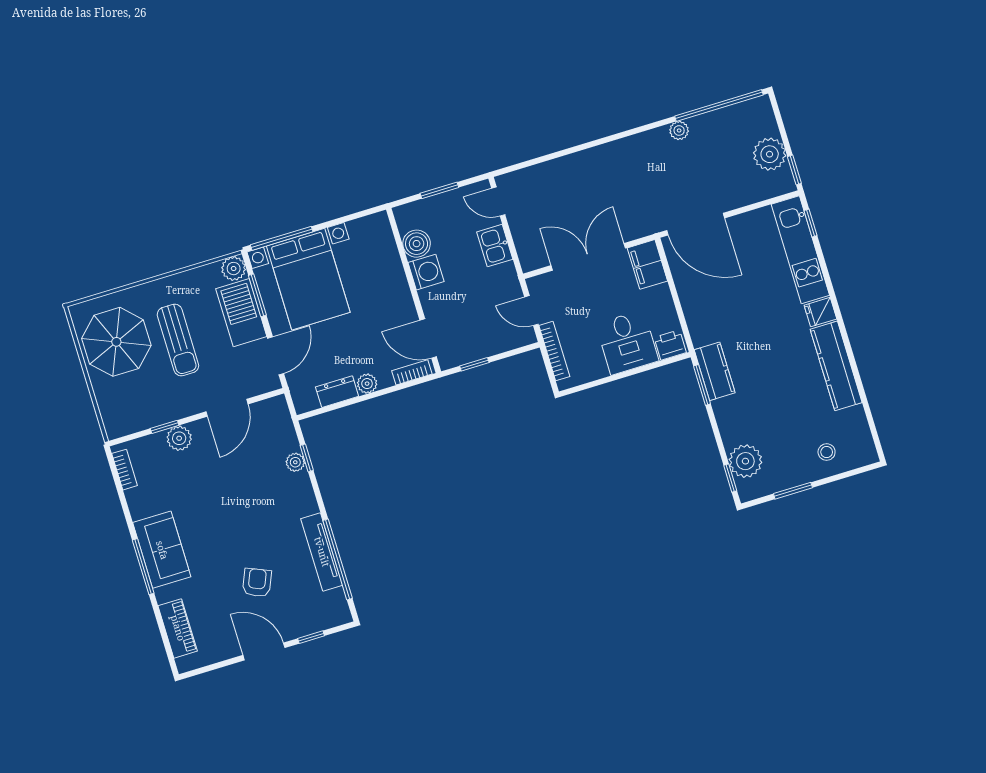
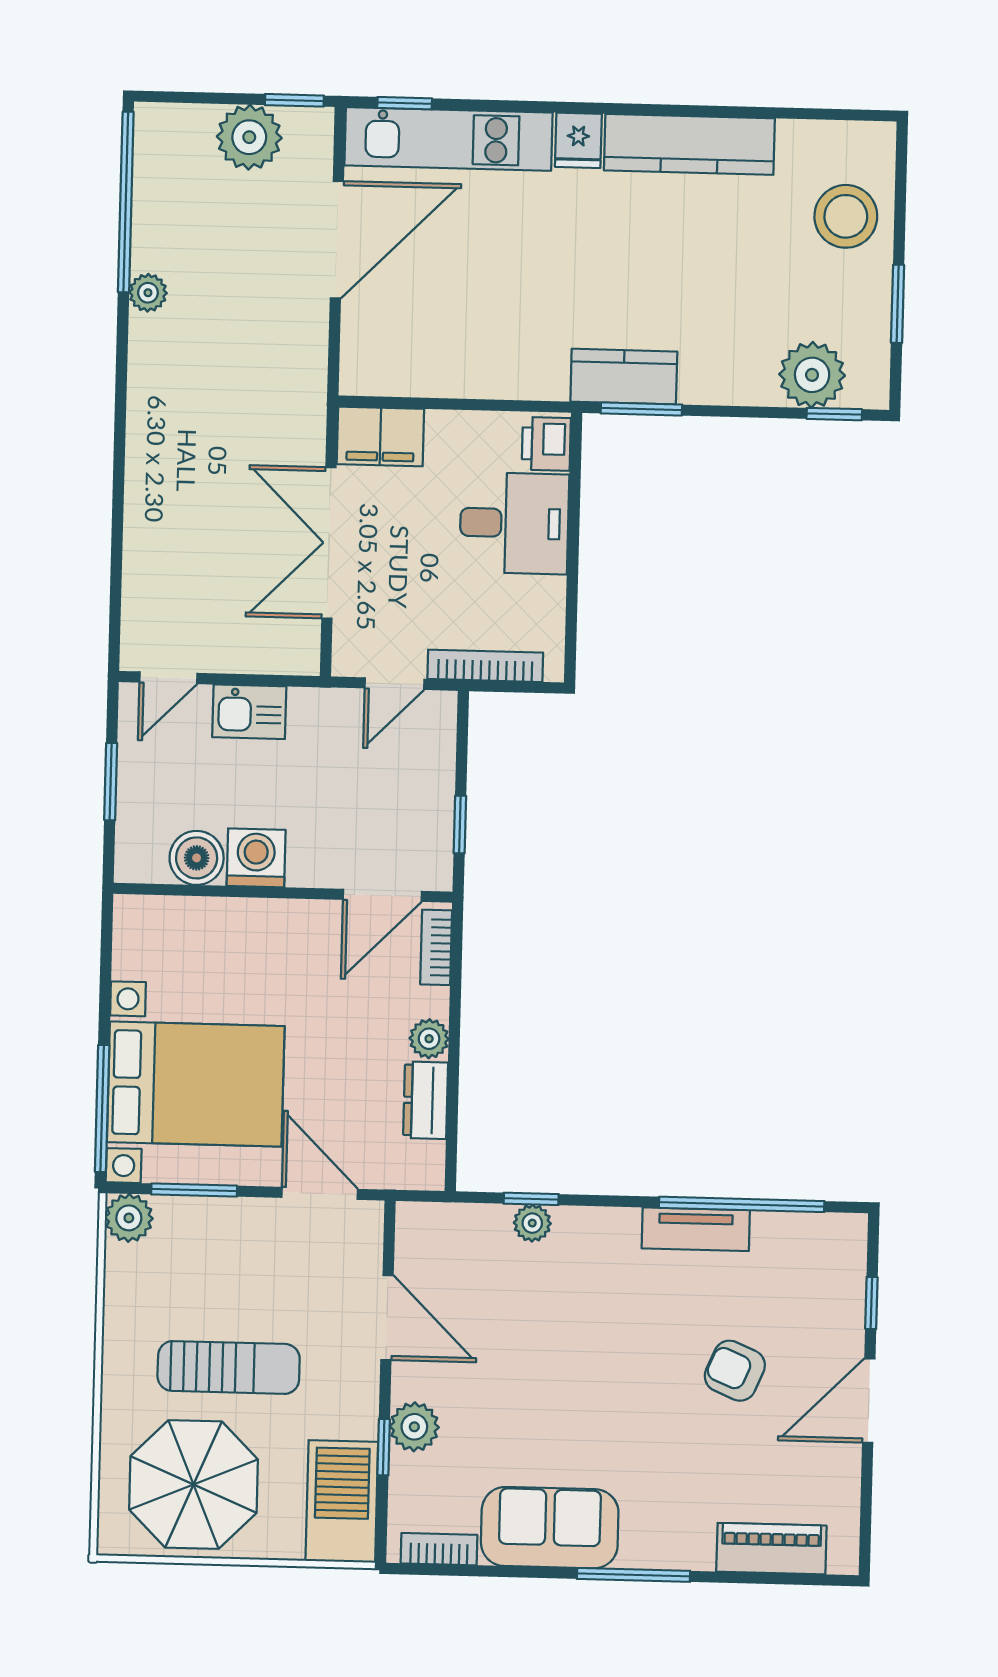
door: (696, 224) -> (337, 240), moved
barbecue: (241, 313) -> (342, 1501), moved, turned 90
stool: (827, 452) -> (846, 216), width x1.89, depth x1.89
sofa: (162, 550) -> (550, 1528), moved
tv unit: (322, 552) -> (696, 1229), width x0.71

